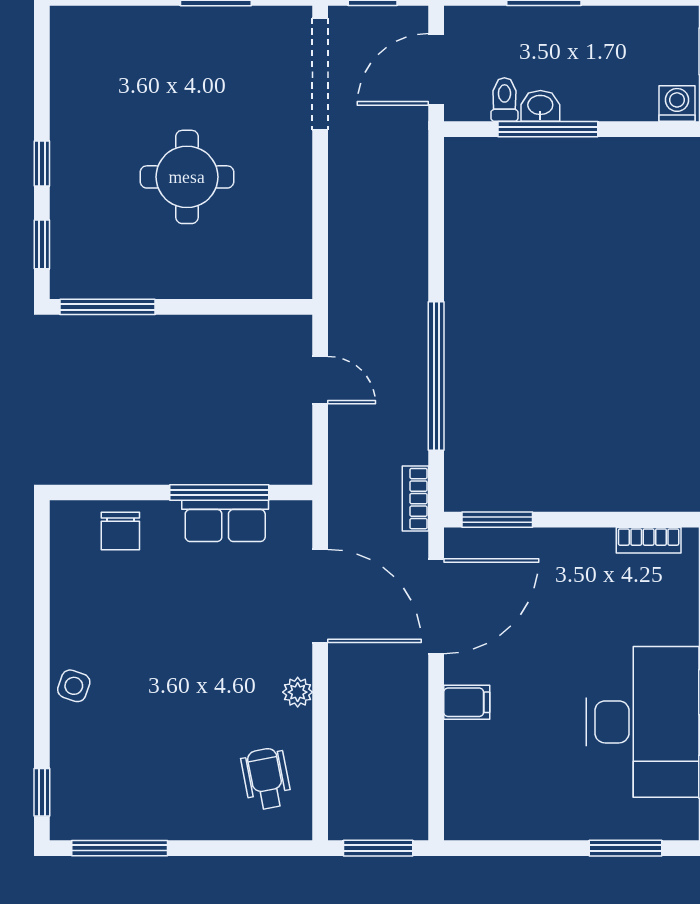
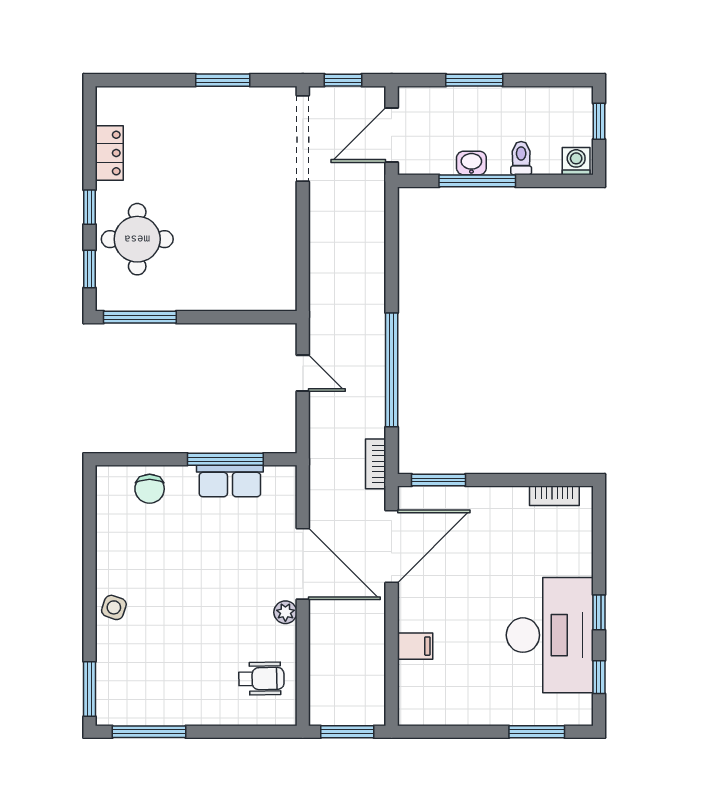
locker: (68, 93) -> (109, 153), added
toilet: (504, 100) -> (521, 158), moved
round table: (187, 177) -> (137, 239), moved
door: (320, 596) -> (303, 564), moved
filing cabinet: (467, 702) -> (415, 646), moved
wheelchair: (266, 779) -> (261, 679), turned 100
window: (42, 792) -> (89, 689), width x1.50

